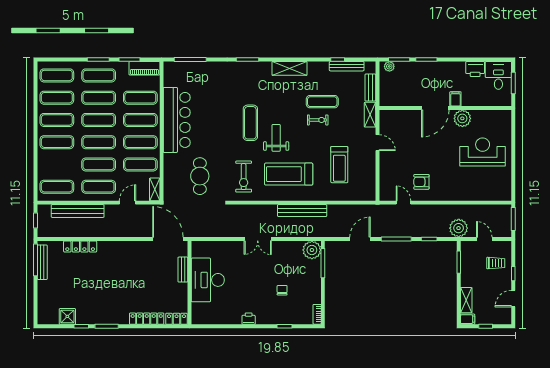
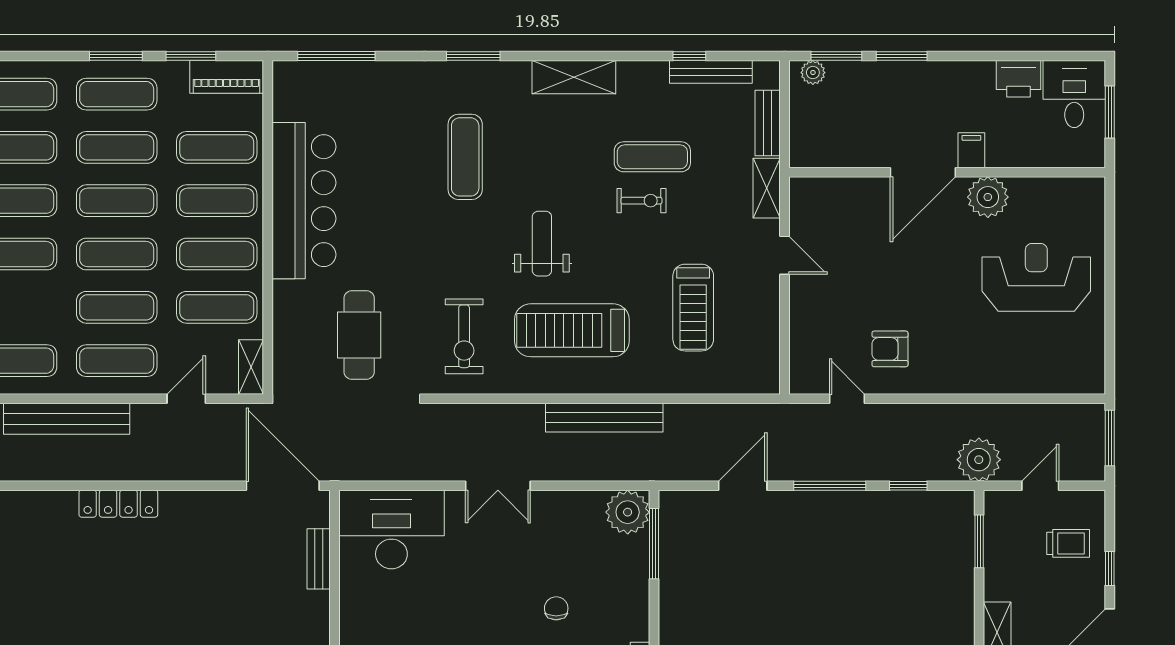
exercise mat: (250, 123) -> (465, 157), moved
door: (484, 239) -> (1040, 486), hinge flipped
locker: (80, 246) -> (118, 504), moved
desk: (208, 280) -> (391, 530), moved, turned 90

